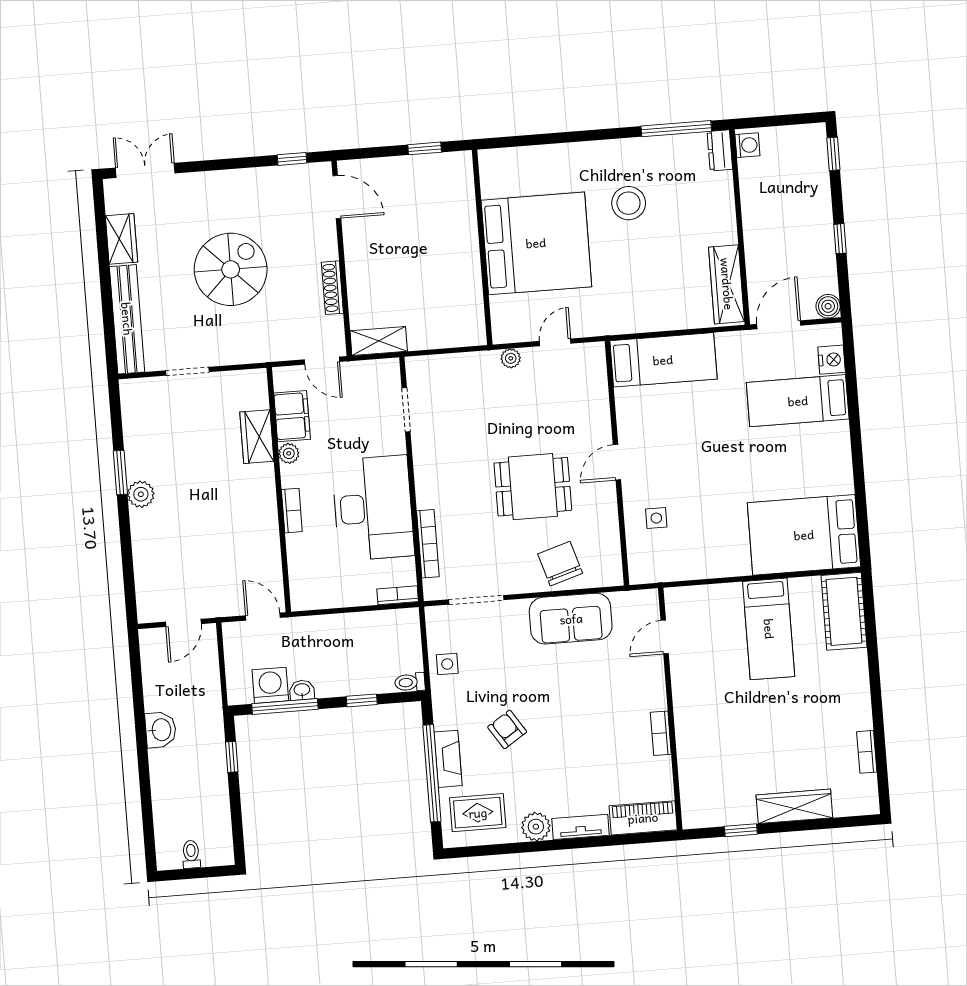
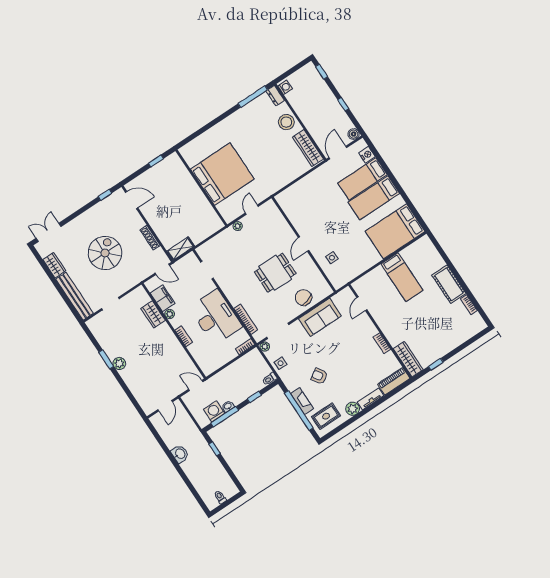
stool: (629, 203) -> (286, 122), moved
bed: (663, 360) -> (374, 198), moved, turned 180
cot: (844, 611) -> (449, 284), moved
plant: (435, 616) -> (265, 347), added
wardrobe: (794, 806) -> (408, 359), moved, turned 90

